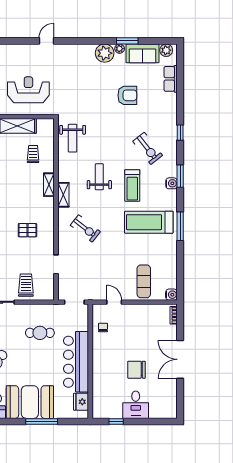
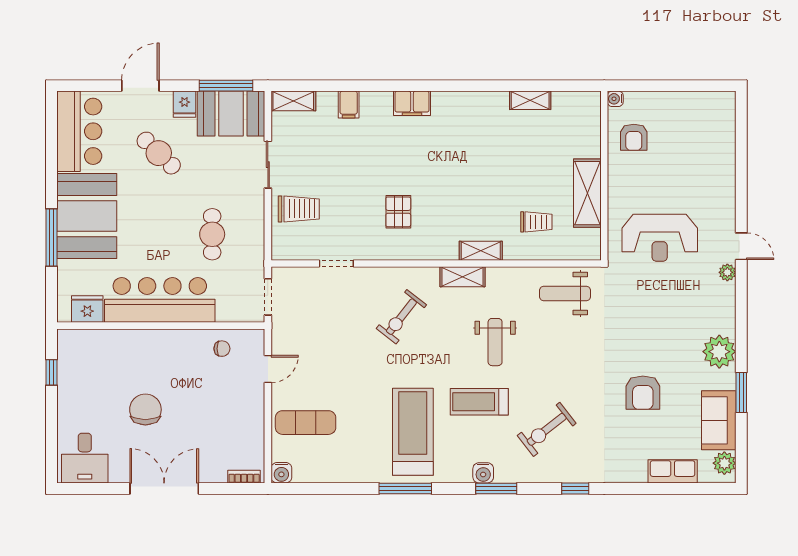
plant: (120, 49) -> (727, 272), moved
reception desk: (28, 90) -> (660, 238), moved, turned 90
weight bench: (99, 177) -> (495, 342), turned 90
desk: (136, 405) -> (85, 458), moved, turned -90

